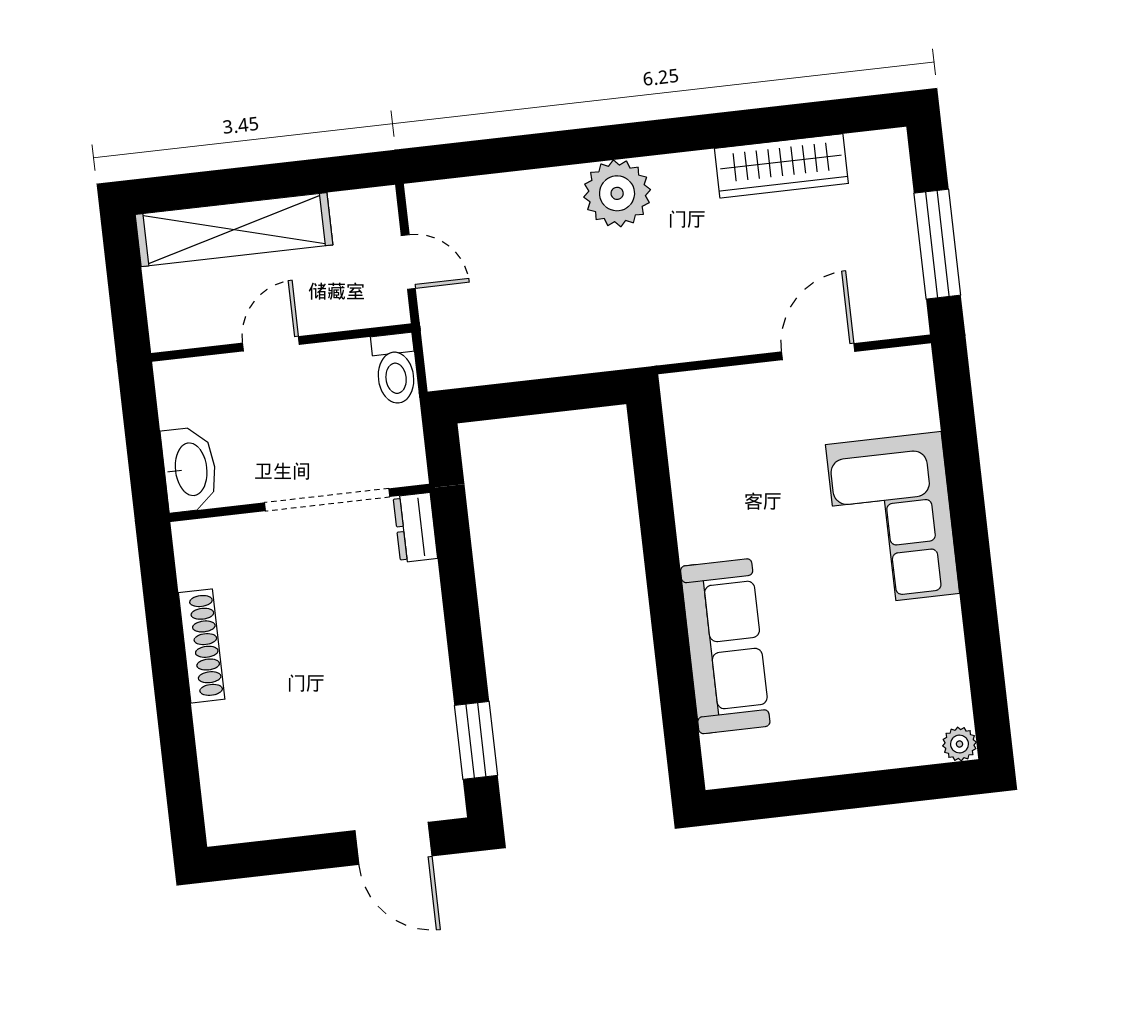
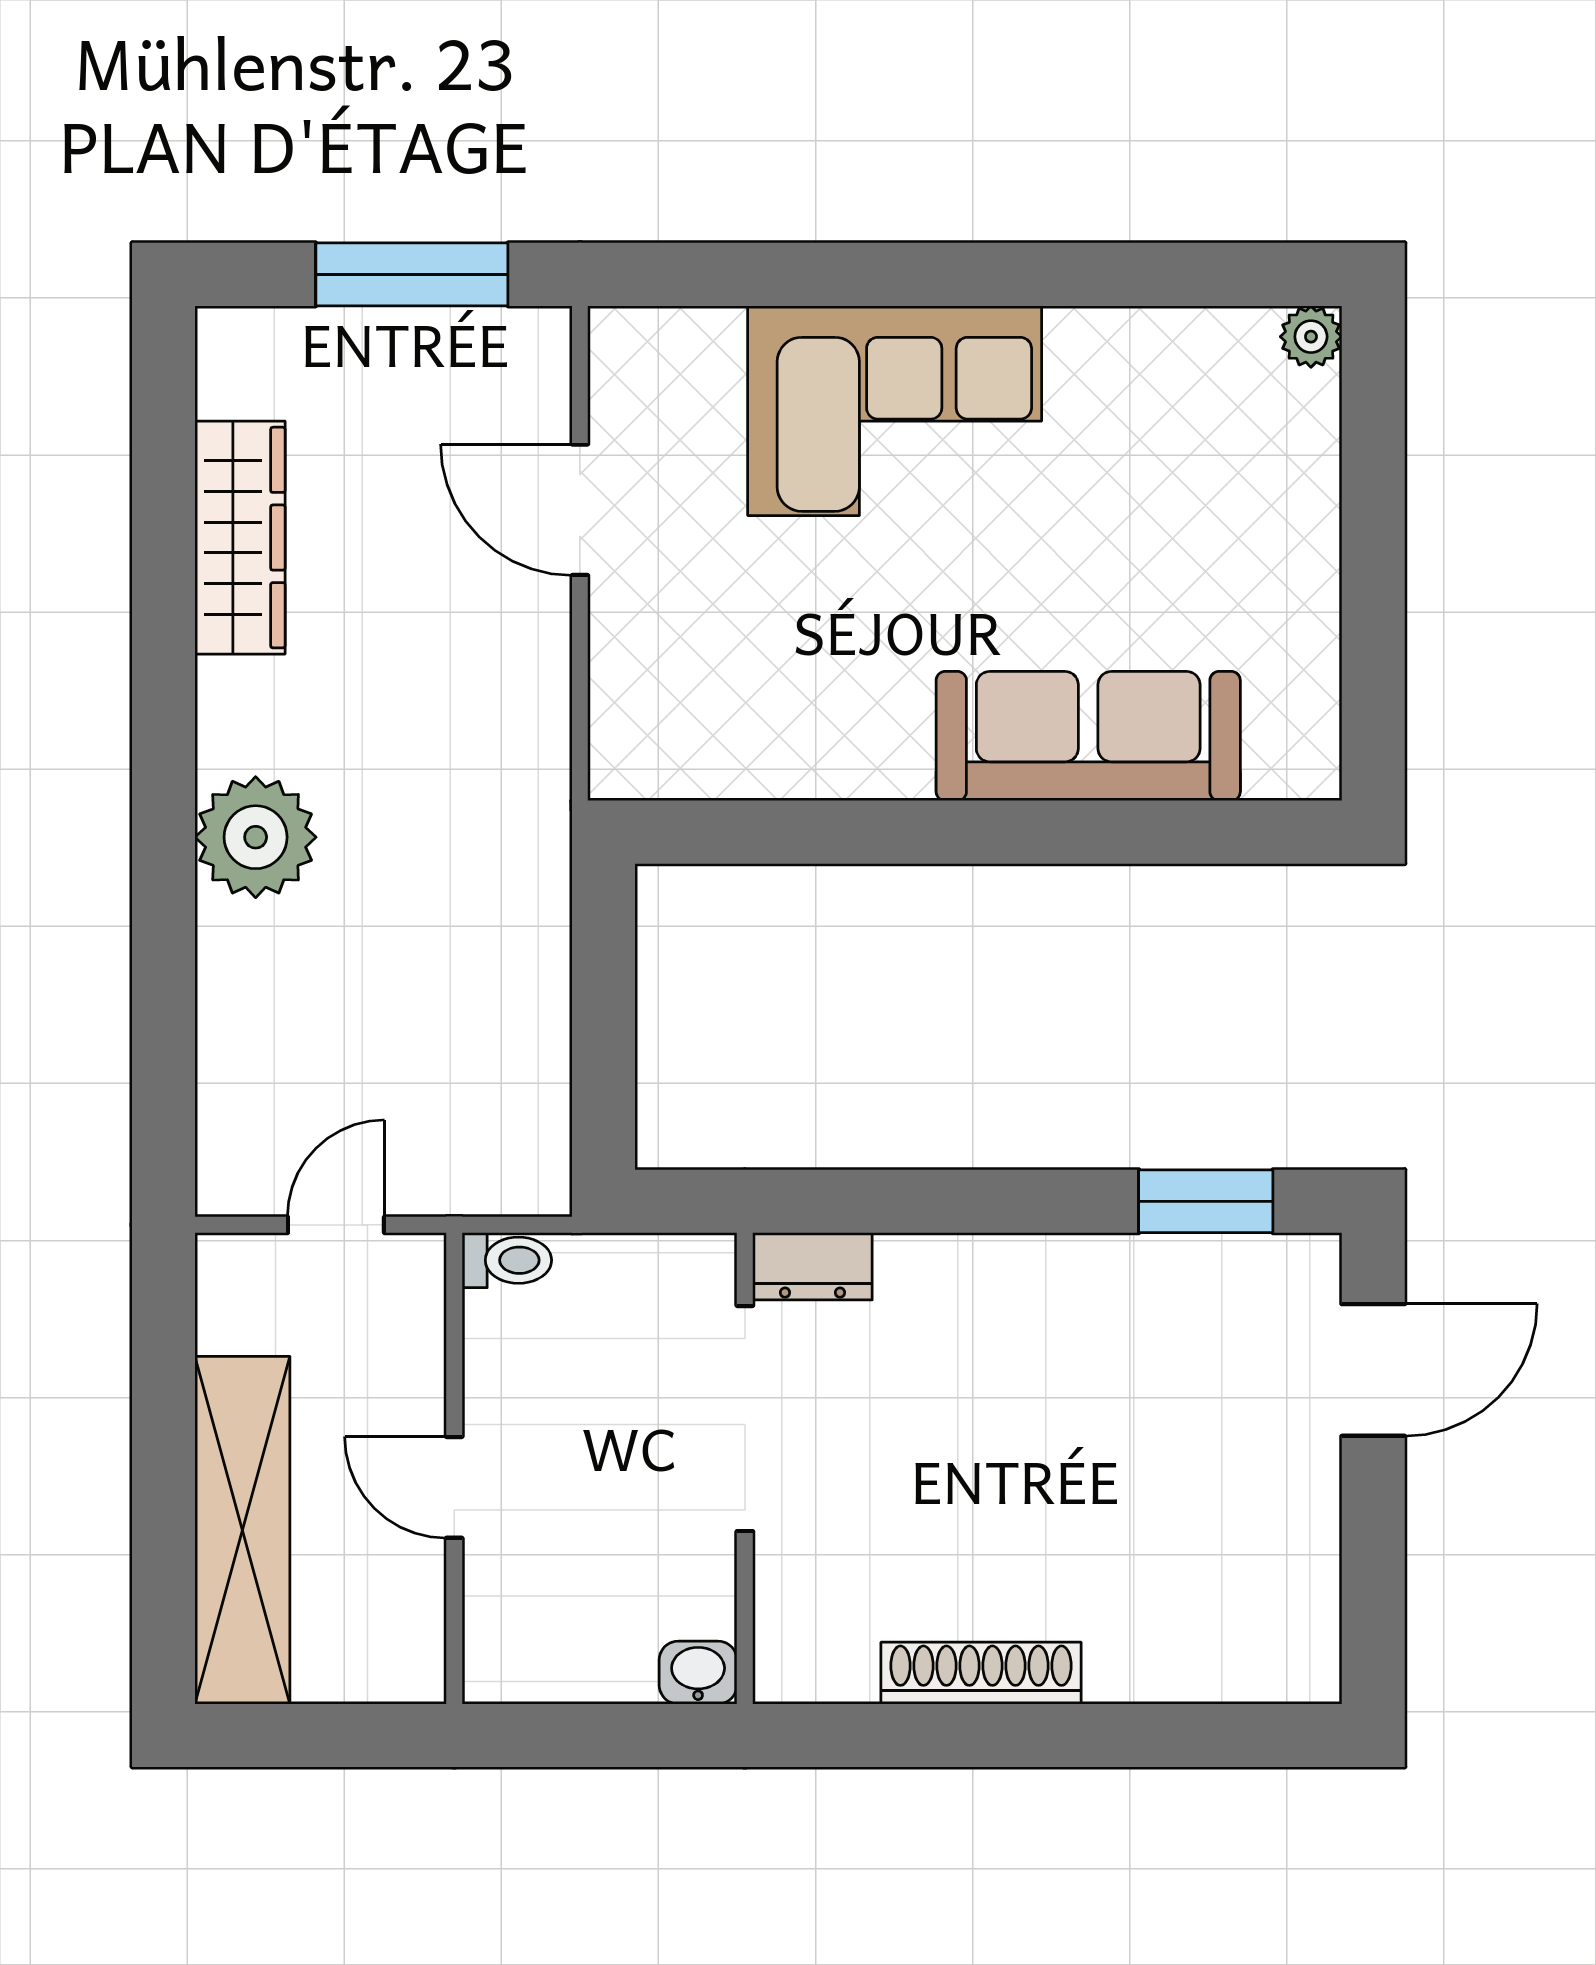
toilet: (395, 369) -> (507, 1260), width x0.73, depth x0.72
washbasin: (190, 469) -> (698, 1673), width x0.52, depth x0.69

